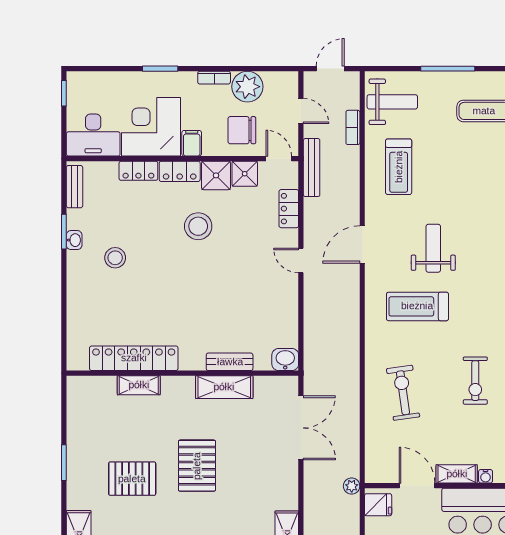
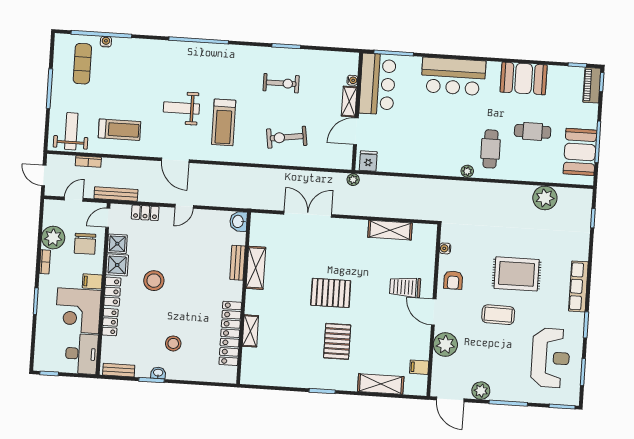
locker: (134, 358) -> (230, 333), moved
washbasin: (285, 360) -> (238, 221), moved
bench: (230, 362) -> (237, 263), moved
wall: (182, 373) -> (244, 298), moved
shelving: (139, 385) -> (250, 331), moved
shelving: (224, 387) -> (256, 268), moved

